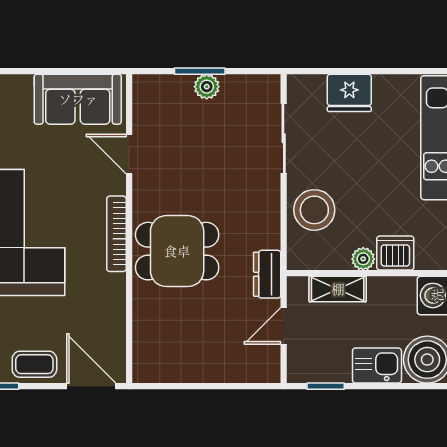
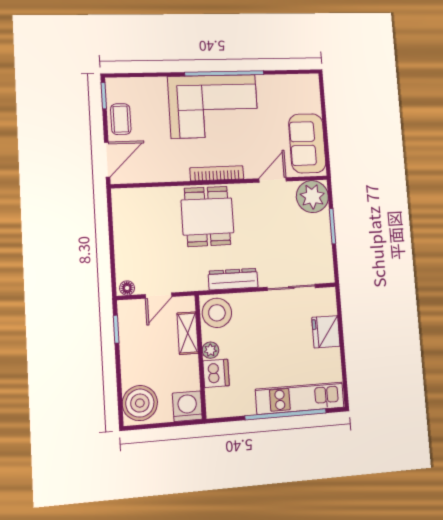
plant: (207, 87) -> (312, 197), moved, width x1.88, depth x1.88
stool: (314, 210) -> (217, 313), moved
dresser: (267, 274) -> (233, 279), moved, width x1.44
door: (284, 326) -> (158, 296), swing flipped
kitchen sink: (377, 366) -> (133, 366), removed
floor lamp: (271, 368) -> (127, 288), added

